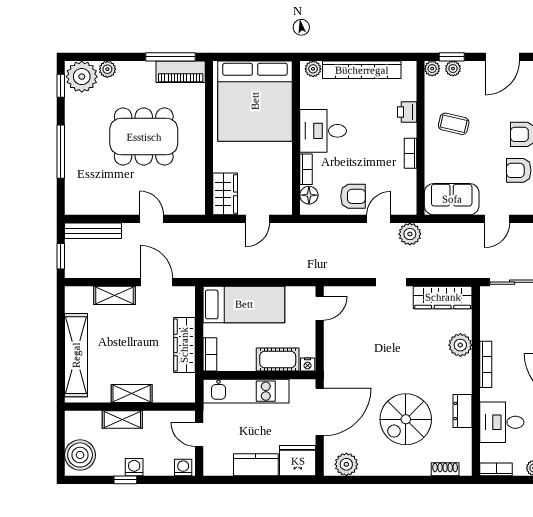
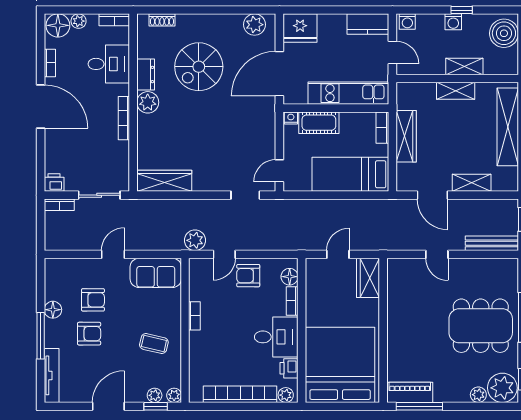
printer: (407, 112) -> (289, 368), moved, turned 180
dining table: (144, 137) -> (481, 326), moved
doorway: (391, 282) -> (245, 195), moved
plant: (460, 345) -> (148, 102), moved
spiral stairs: (406, 419) -> (199, 67), turned 180
kitchen counter: (256, 465) -> (368, 24), moved

